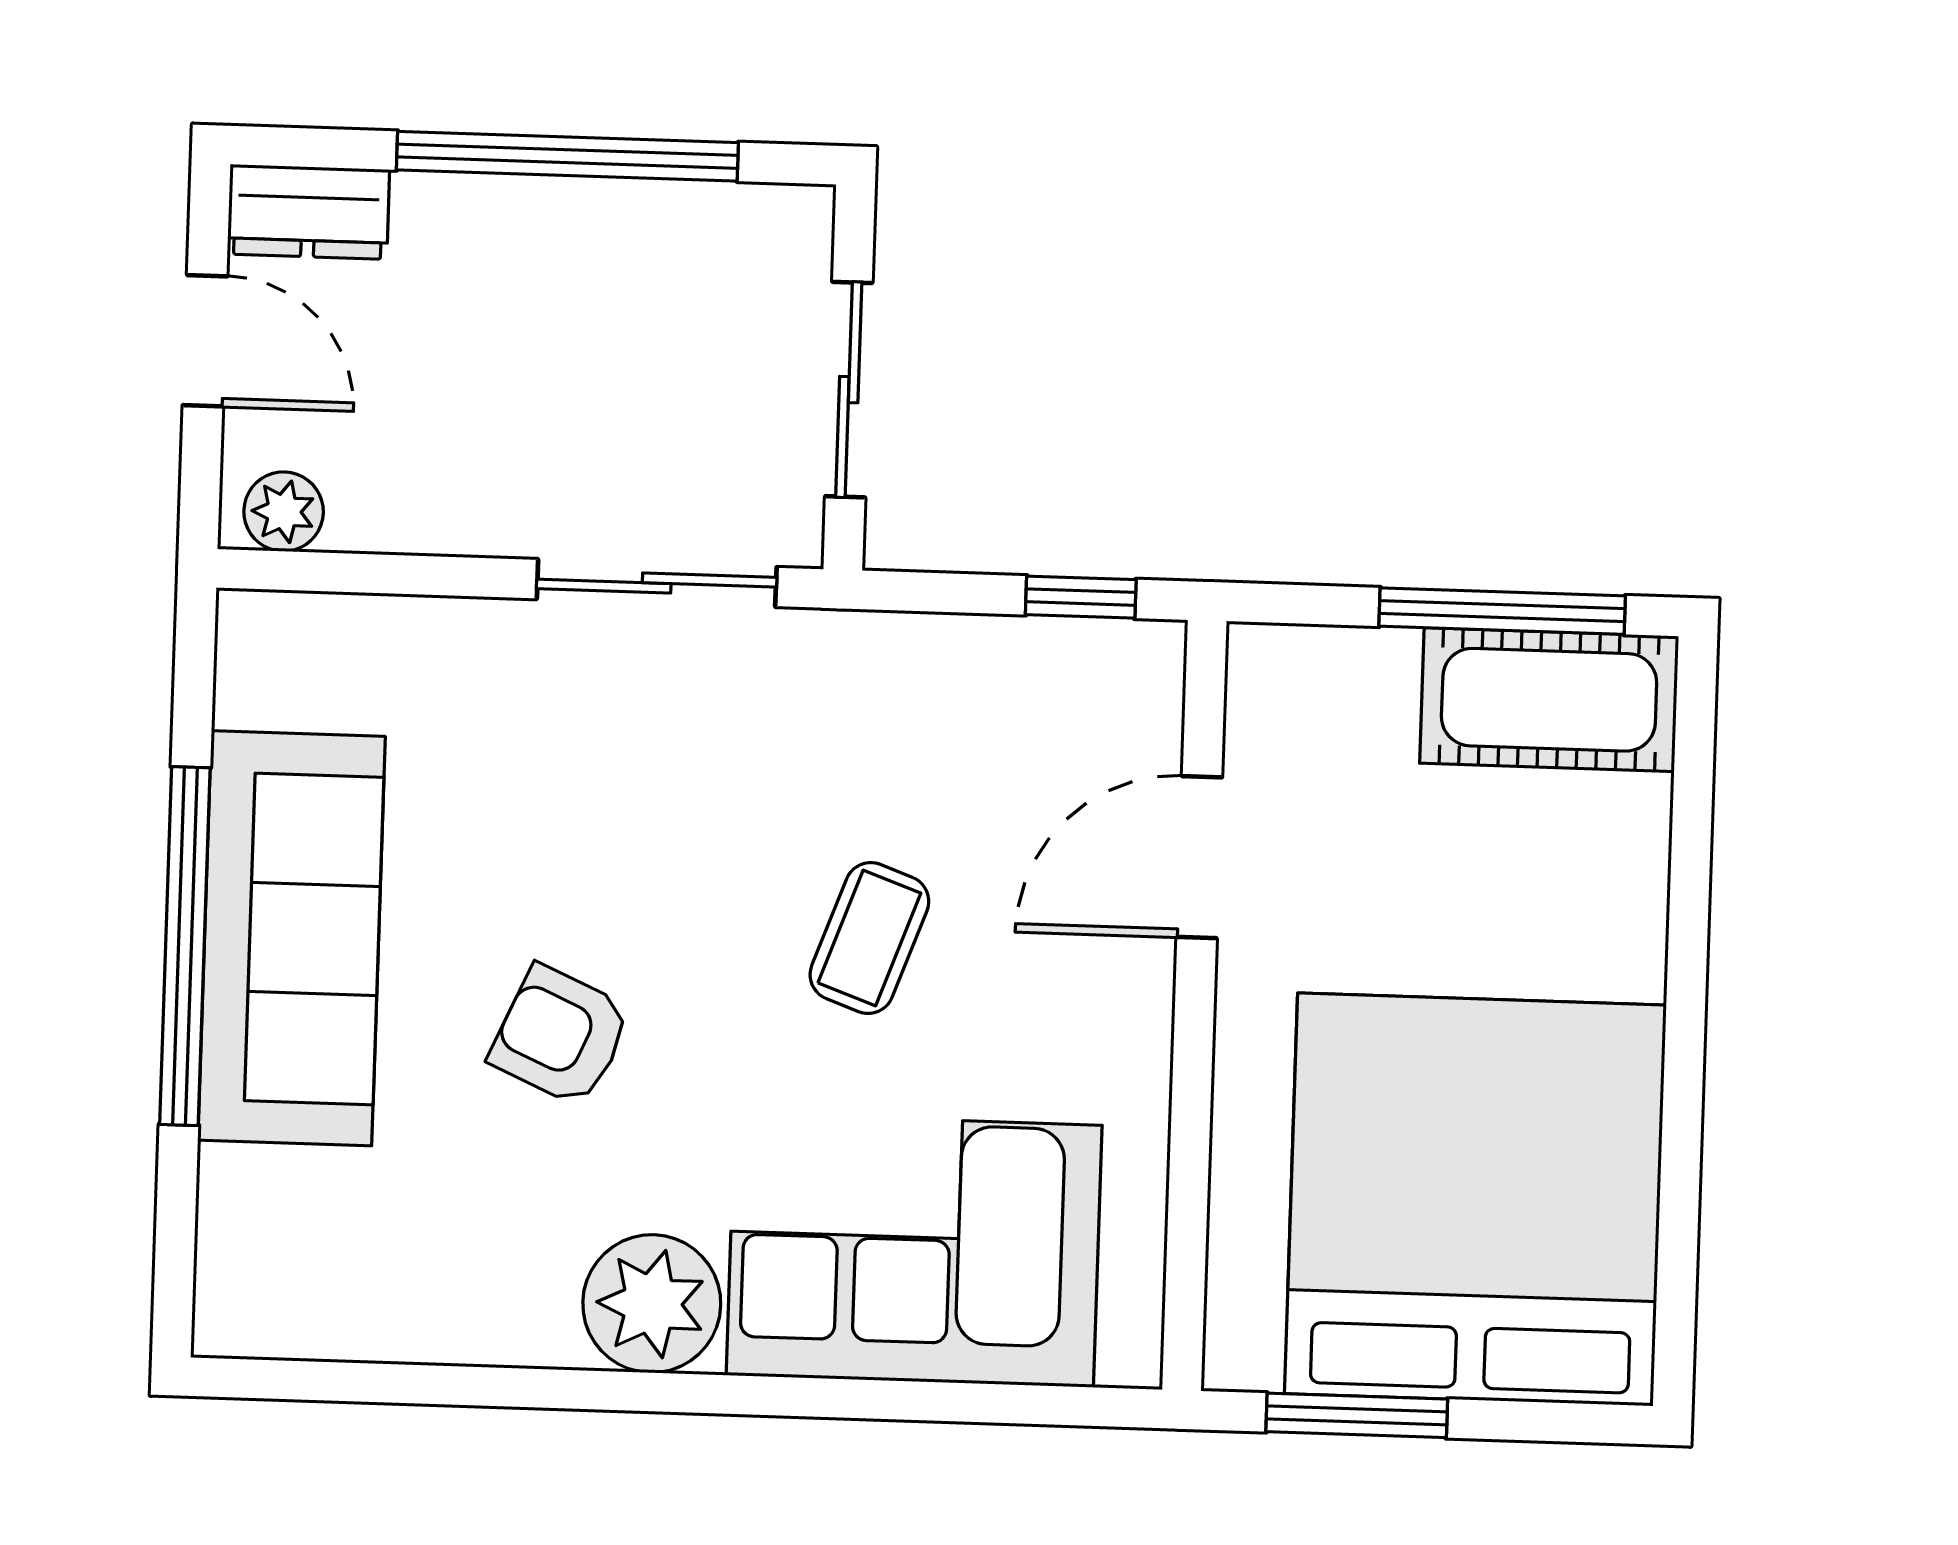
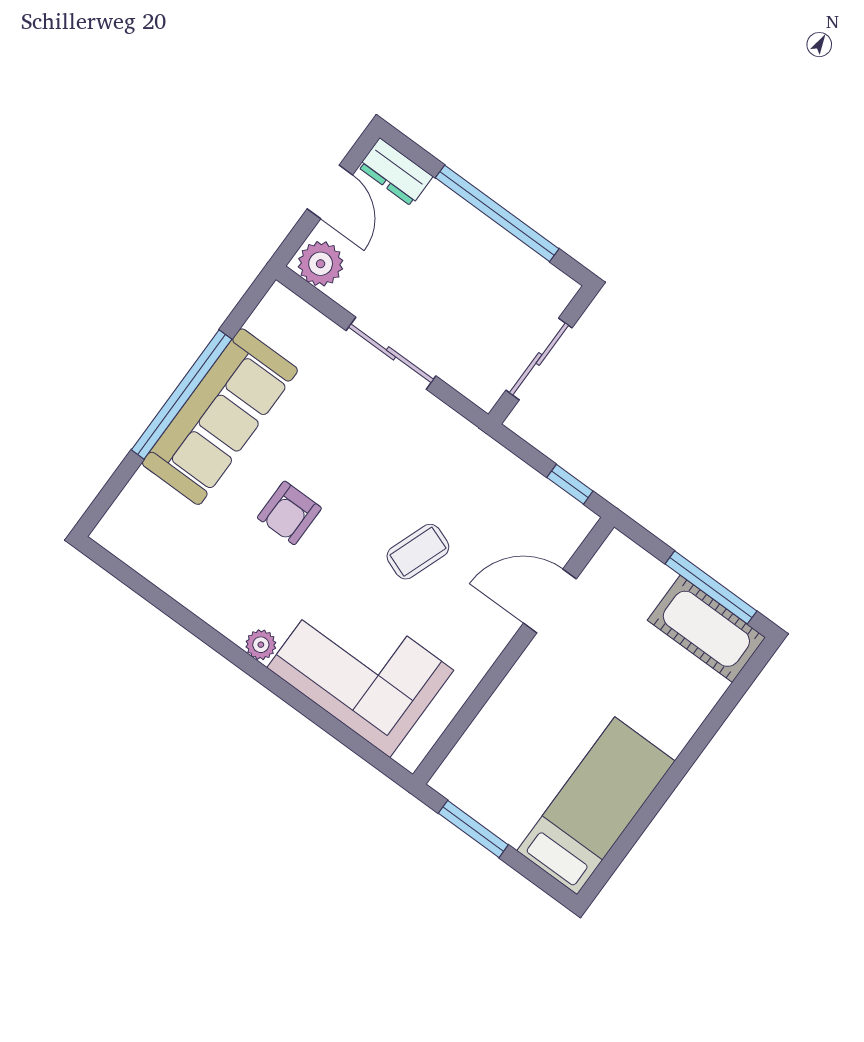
plant: (284, 512) -> (321, 264), width x1.38, depth x1.38
sliding door: (657, 583) -> (391, 353), moved
armchair: (561, 1036) -> (289, 513), turned -114
bed: (1475, 1199) -> (596, 806), width x0.49
plant: (652, 1304) -> (261, 645), width x0.53, depth x0.53

